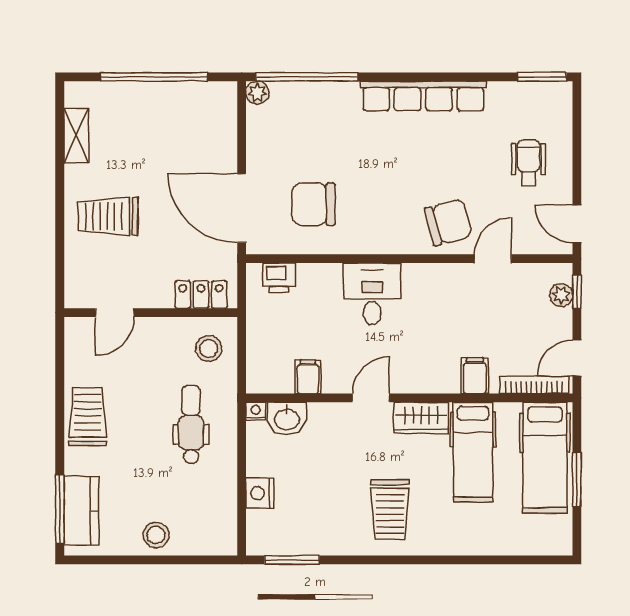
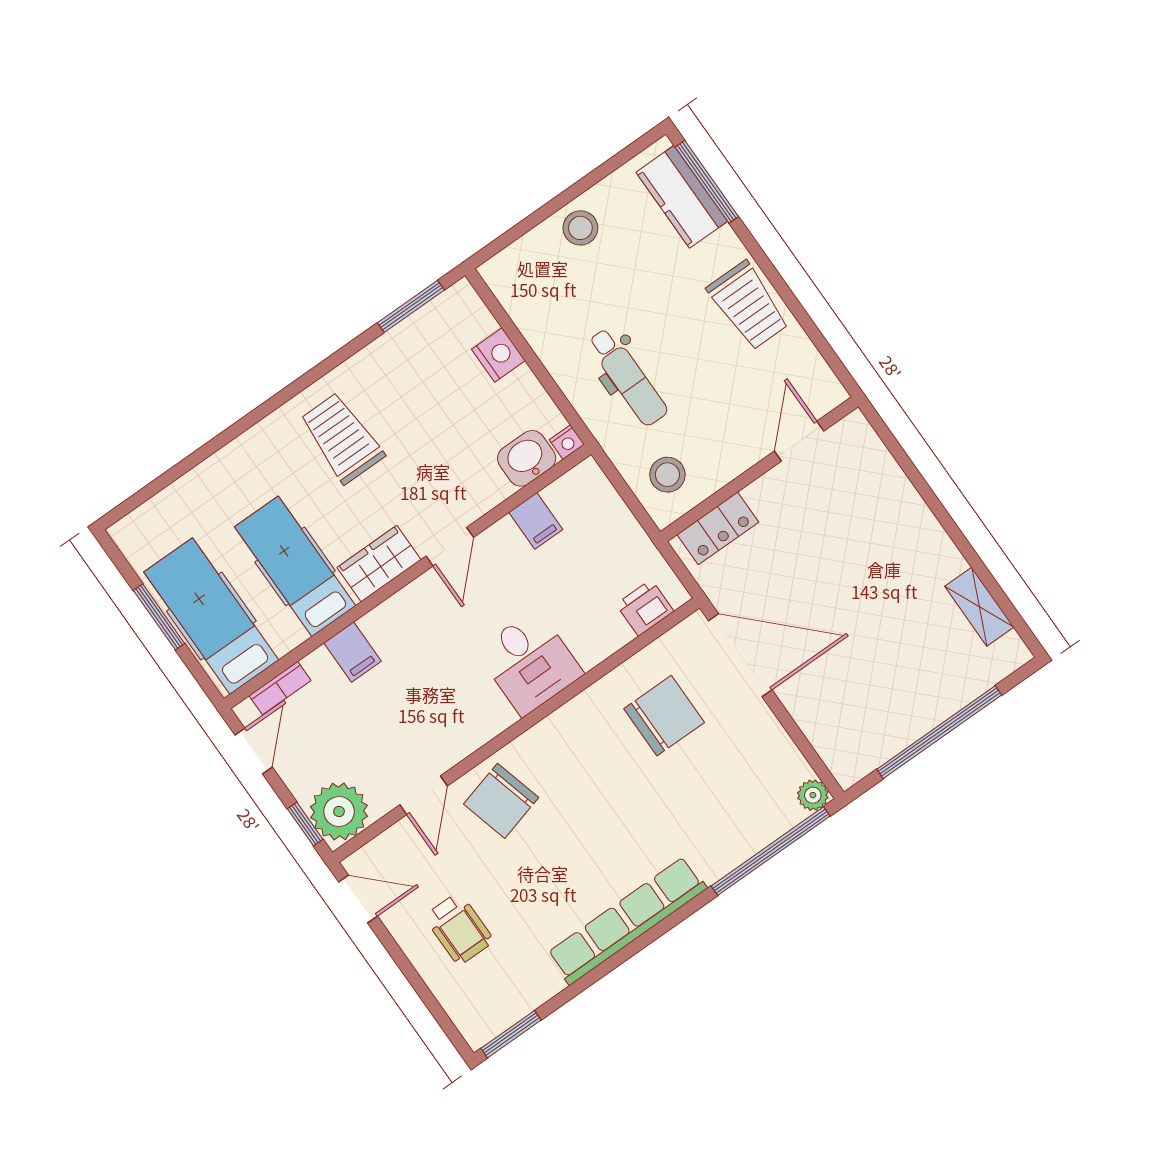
trolley: (108, 216) -> (882, 542), removed
plant: (561, 295) -> (339, 812), width x1.87, depth x1.87
bookcase: (534, 385) -> (280, 688), width x0.64

